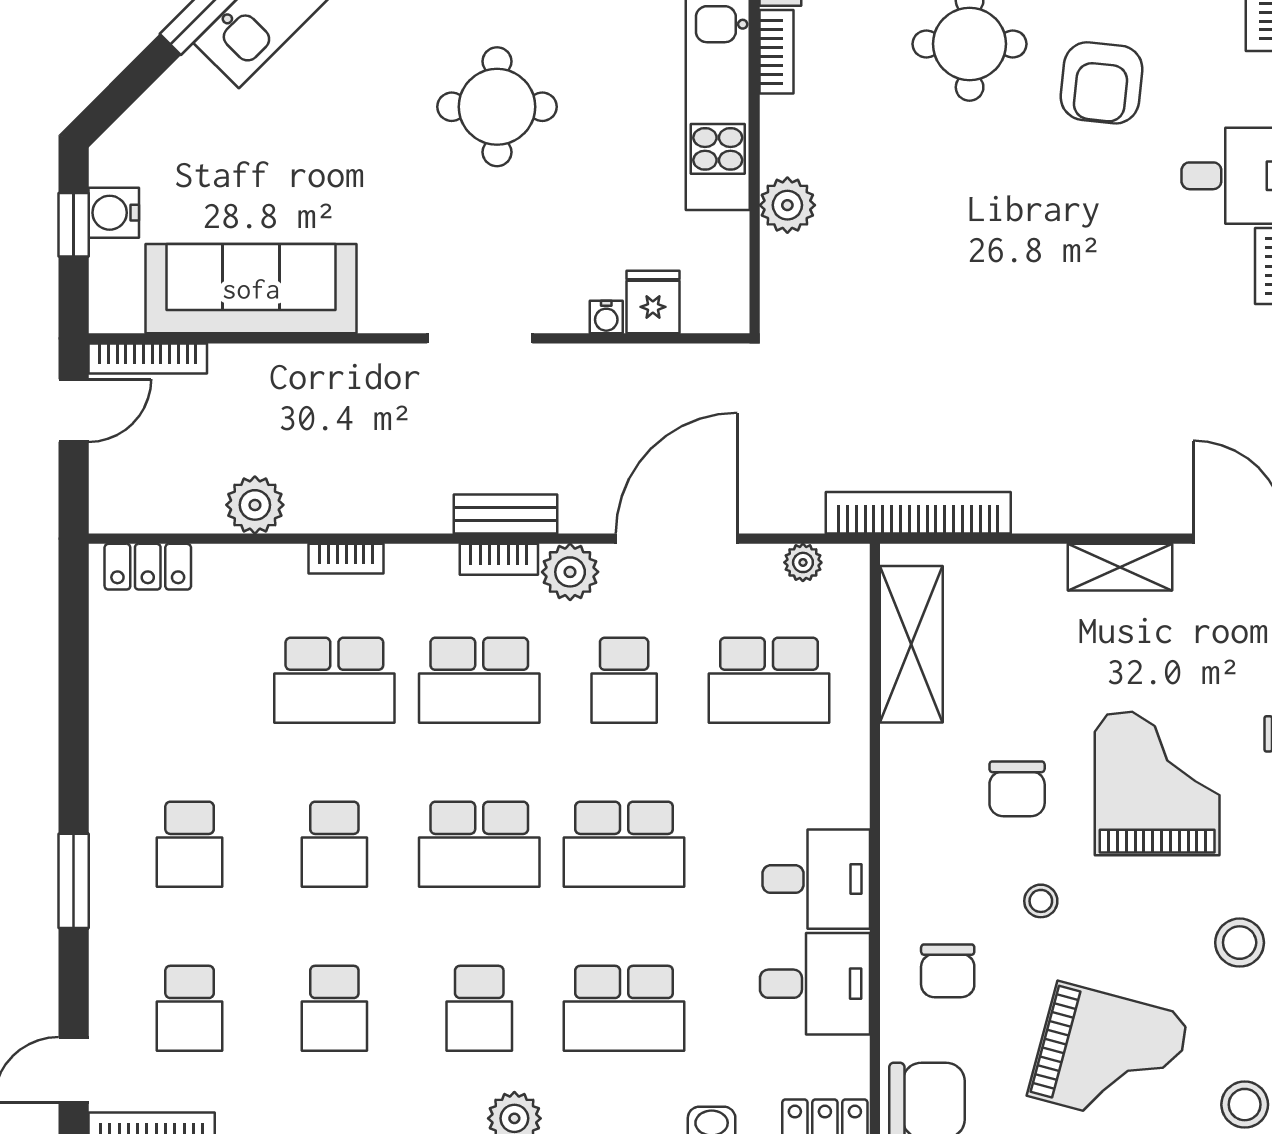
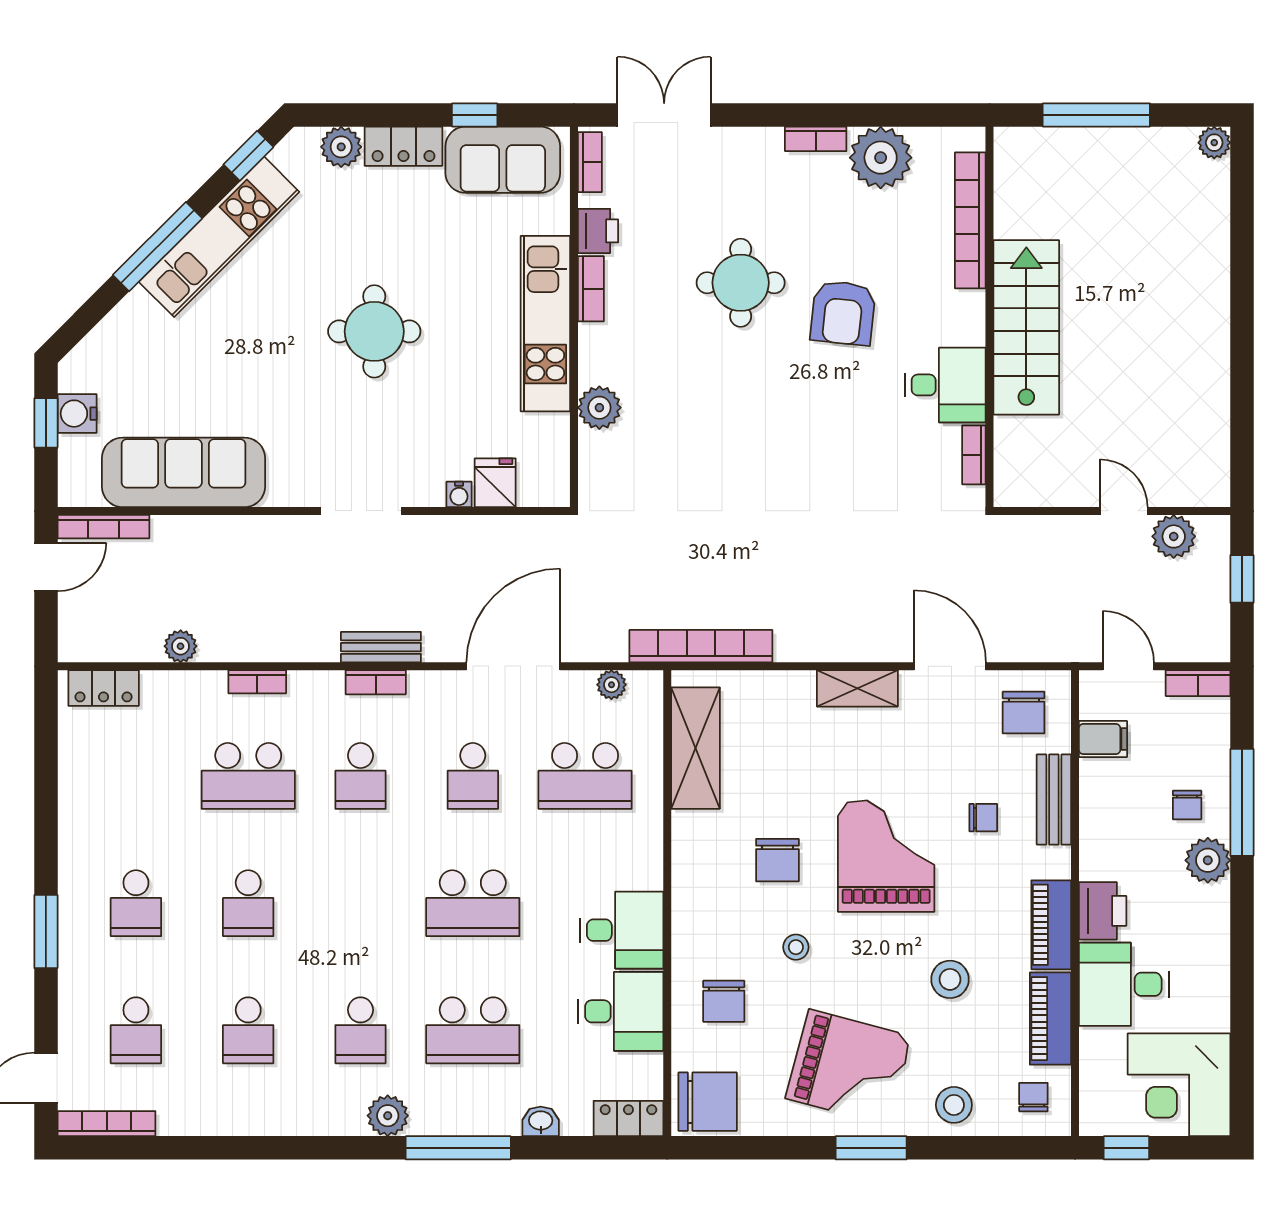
plant: (255, 505) -> (181, 646), width x0.73, depth x0.73
plant: (570, 572) -> (431, 692), removed
school desk: (479, 680) -> (360, 776), width x0.54
school desk: (479, 844) -> (360, 903), removed

